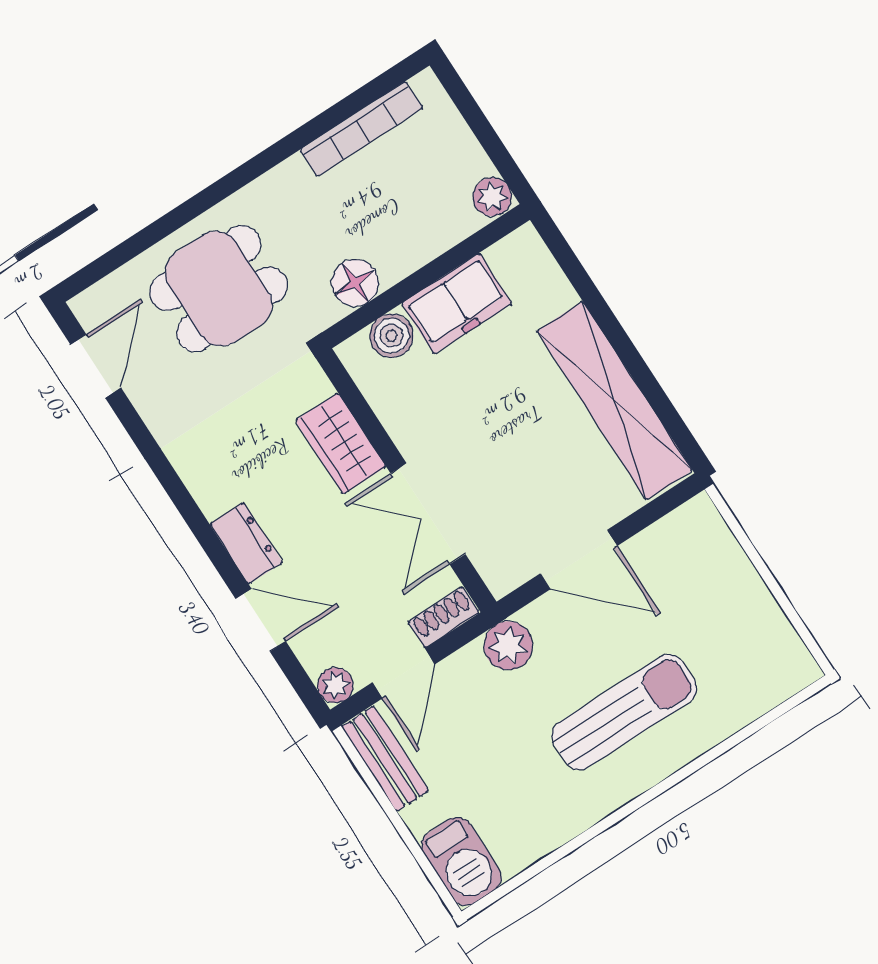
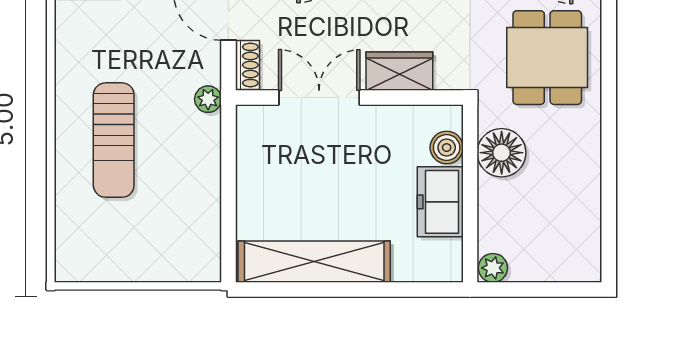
bookcase: (362, 129) -> (589, 213), removed
floor lamp: (355, 283) -> (502, 153), width x1.38, depth x1.38
door: (579, 560) -> (228, 174), removed
plant: (508, 646) -> (208, 99), width x0.73, depth x0.73

